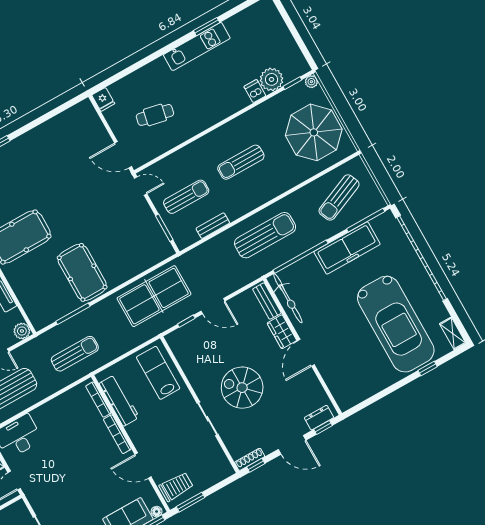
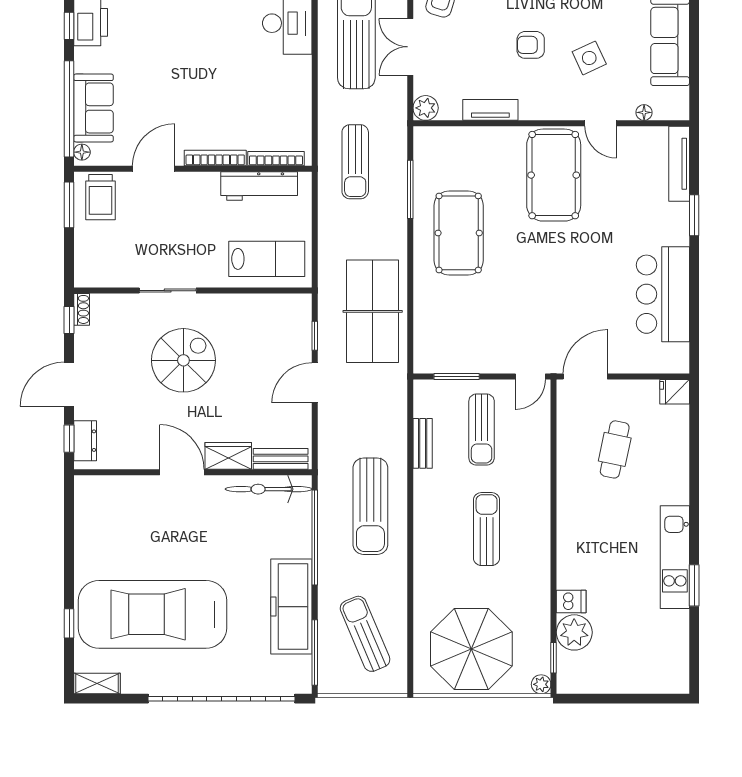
bar counter: (52, 137) -> (663, 294), added
pool table: (82, 272) -> (459, 233), turned 90
shoe rack: (250, 459) -> (82, 309), width x0.70

